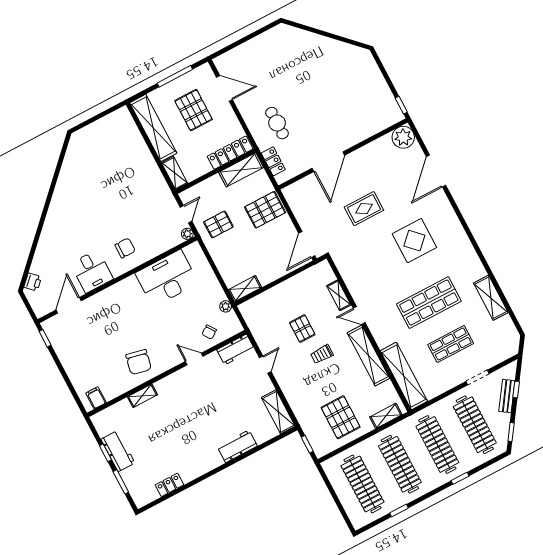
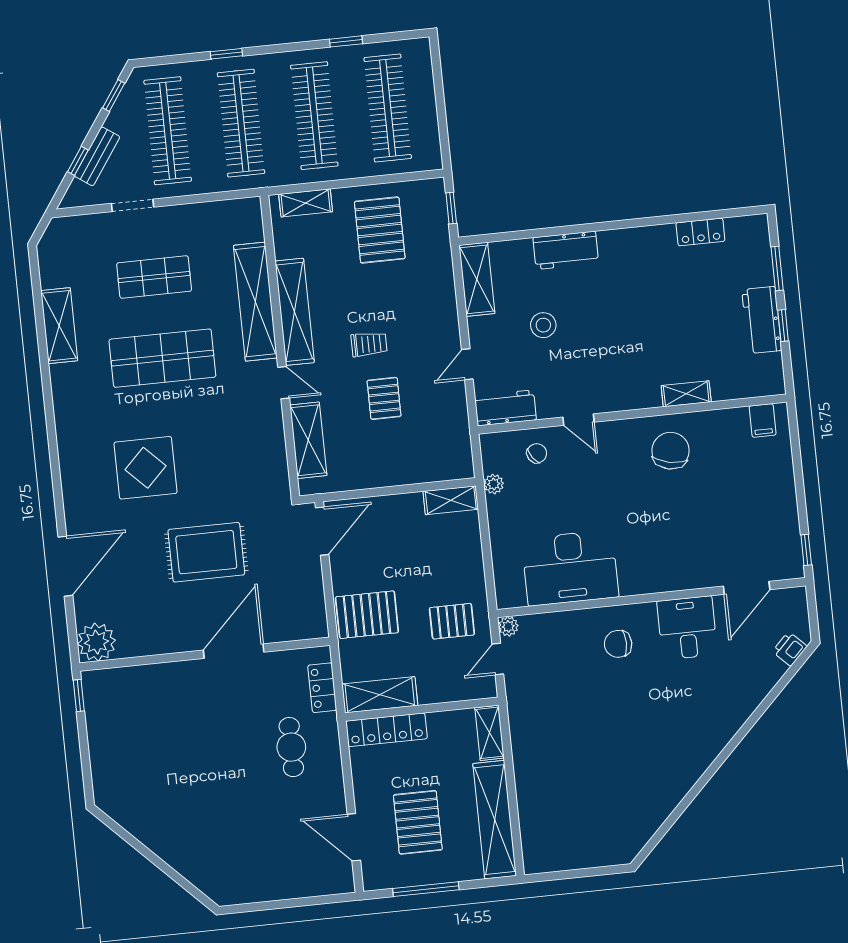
rug: (364, 209) -> (206, 552), width x1.36, depth x1.43
shelving: (339, 295) -> (308, 440), width x1.50, depth x1.33
shelving: (404, 376) -> (255, 302), moved
stool: (233, 402) -> (543, 325), added

